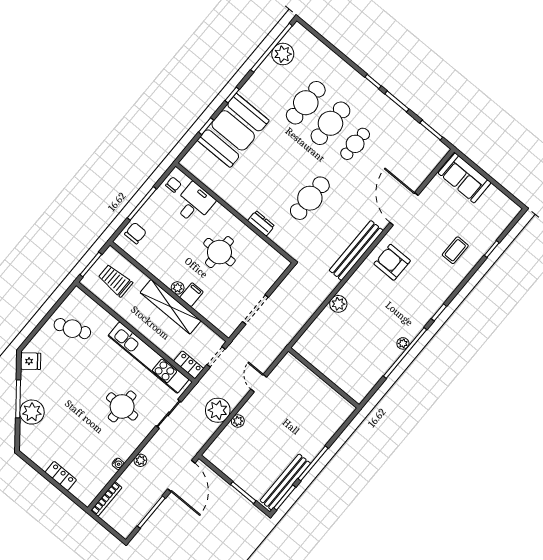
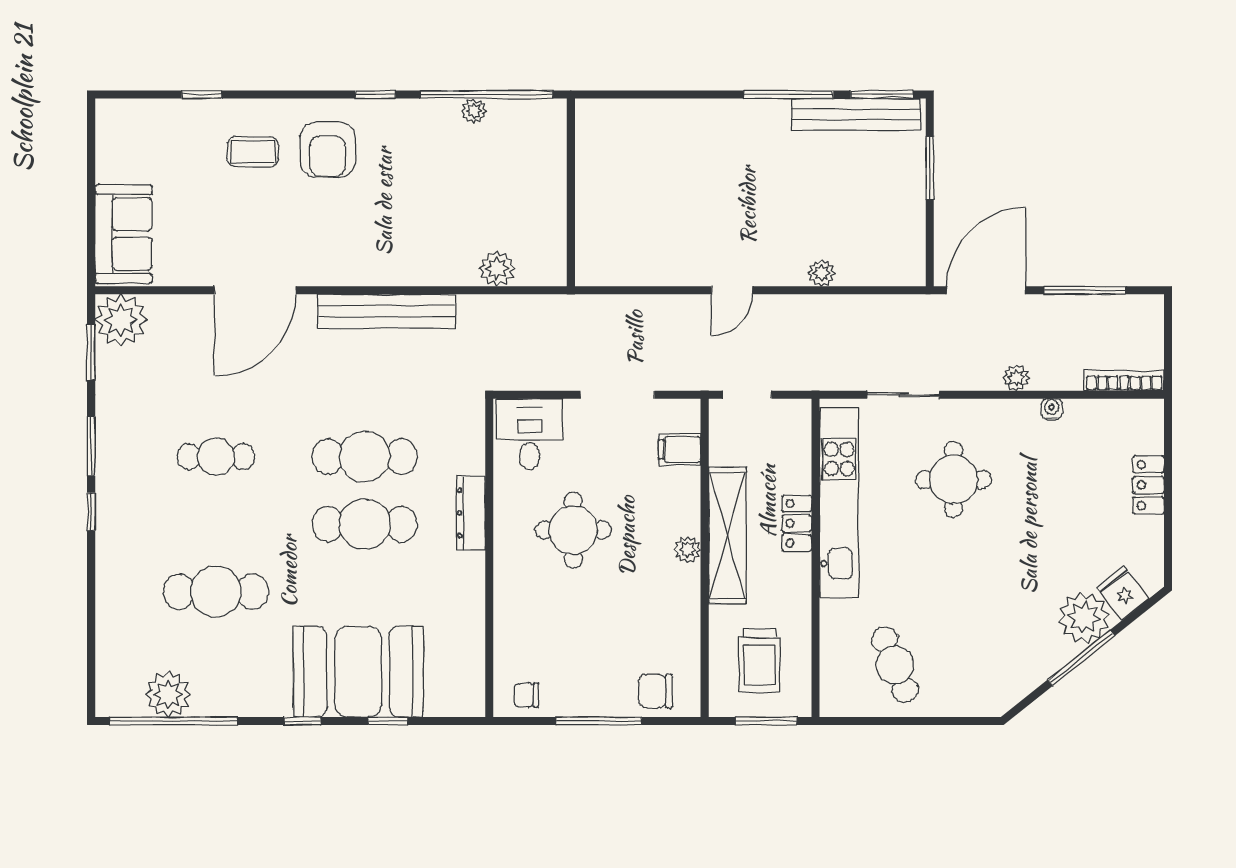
cafe table: (330, 123) -> (365, 524), moved
desk: (194, 203) -> (529, 434), moved, turned 90
dresser: (261, 223) -> (471, 513), width x1.44
armchair: (392, 262) -> (328, 150), moved
filing cabinet: (191, 295) -> (680, 449), moved
fridge: (31, 361) -> (1123, 593), moved
locker: (189, 365) -> (797, 523), moved
wall: (324, 378) -> (571, 192), moved
plant: (218, 410) -> (121, 320), moved

